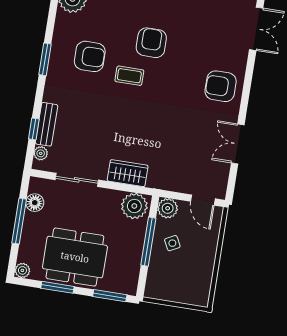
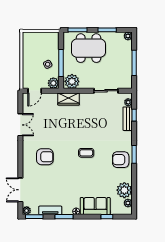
armchair: (151, 43) -> (77, 173), removed
armchair: (90, 56) -> (121, 160), moved
armchair: (221, 86) -> (45, 157), moved
wardrobe: (128, 173) -> (68, 99), moved
door: (203, 200) -> (35, 91), swing flipped
floor lamp: (35, 203) -> (127, 74), removed
dining table: (75, 257) -> (88, 48), moved

